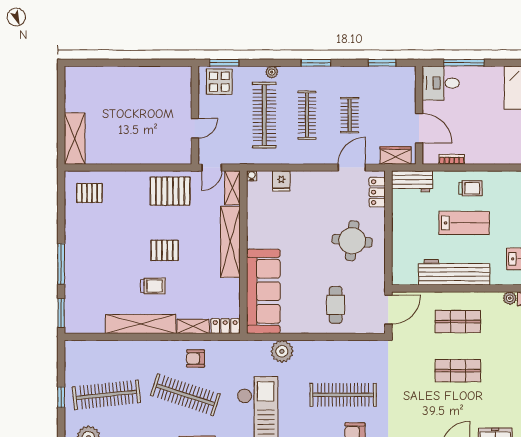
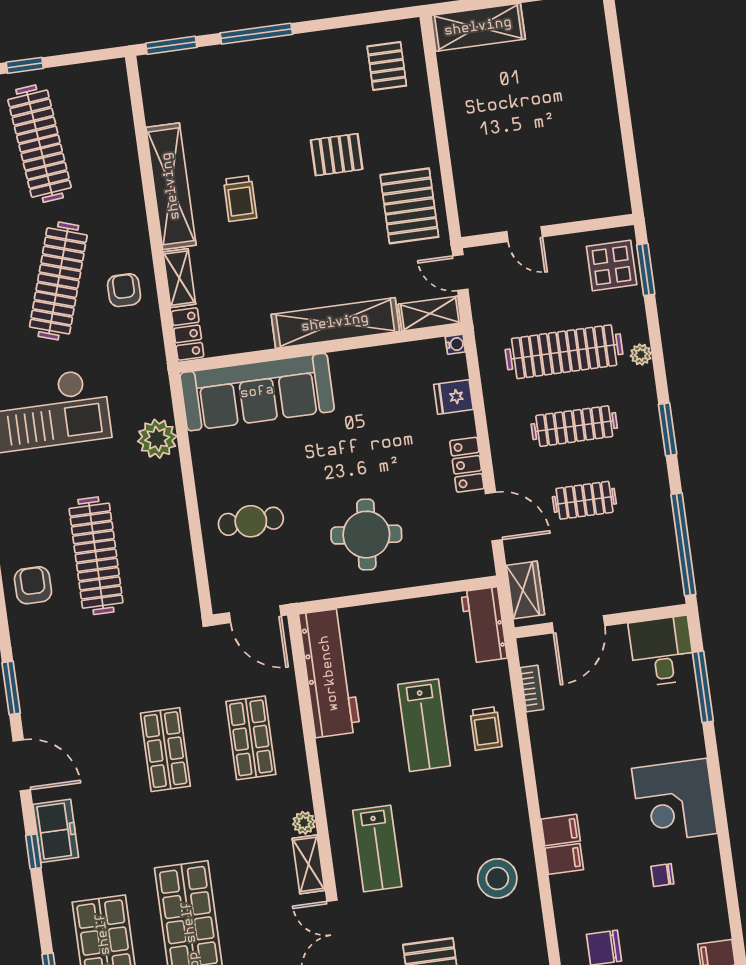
window: (382, 63) -> (683, 544), width x2.11
locker: (377, 192) -> (467, 465), moved, turned -90
pallet: (165, 250) -> (337, 155), moved, turned 90
workbench: (454, 272) -> (329, 673), moved

